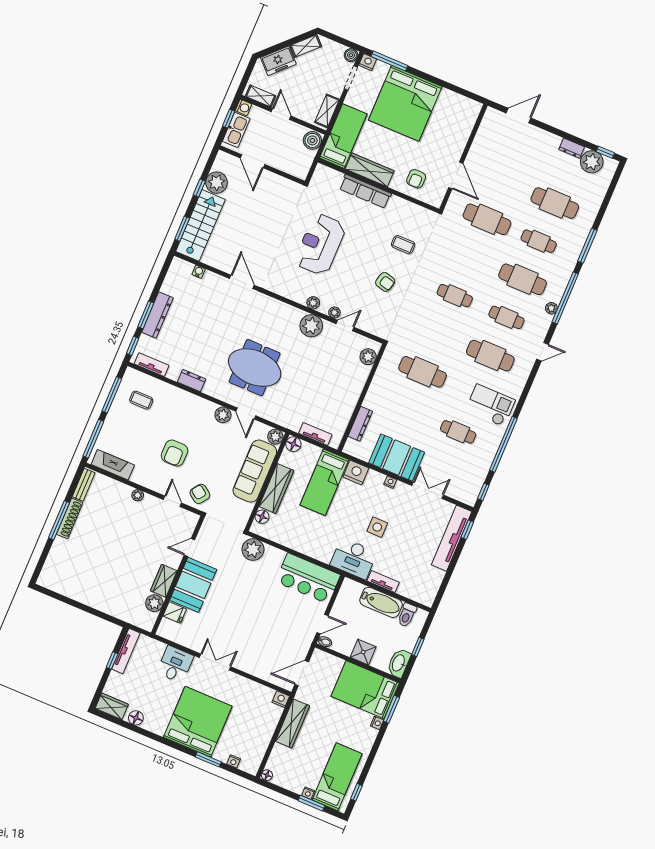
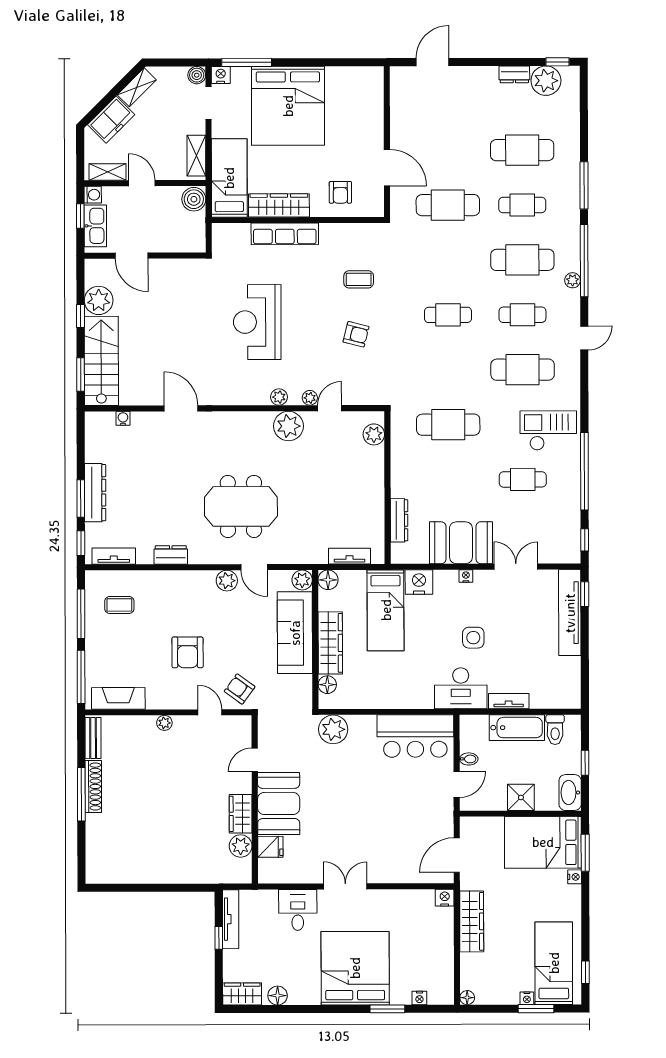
bidet: (325, 642) -> (469, 759), moved

